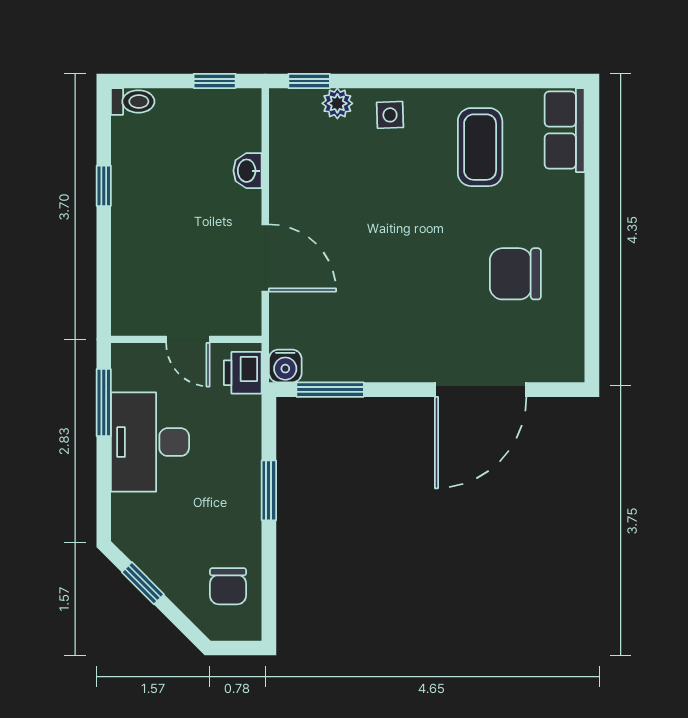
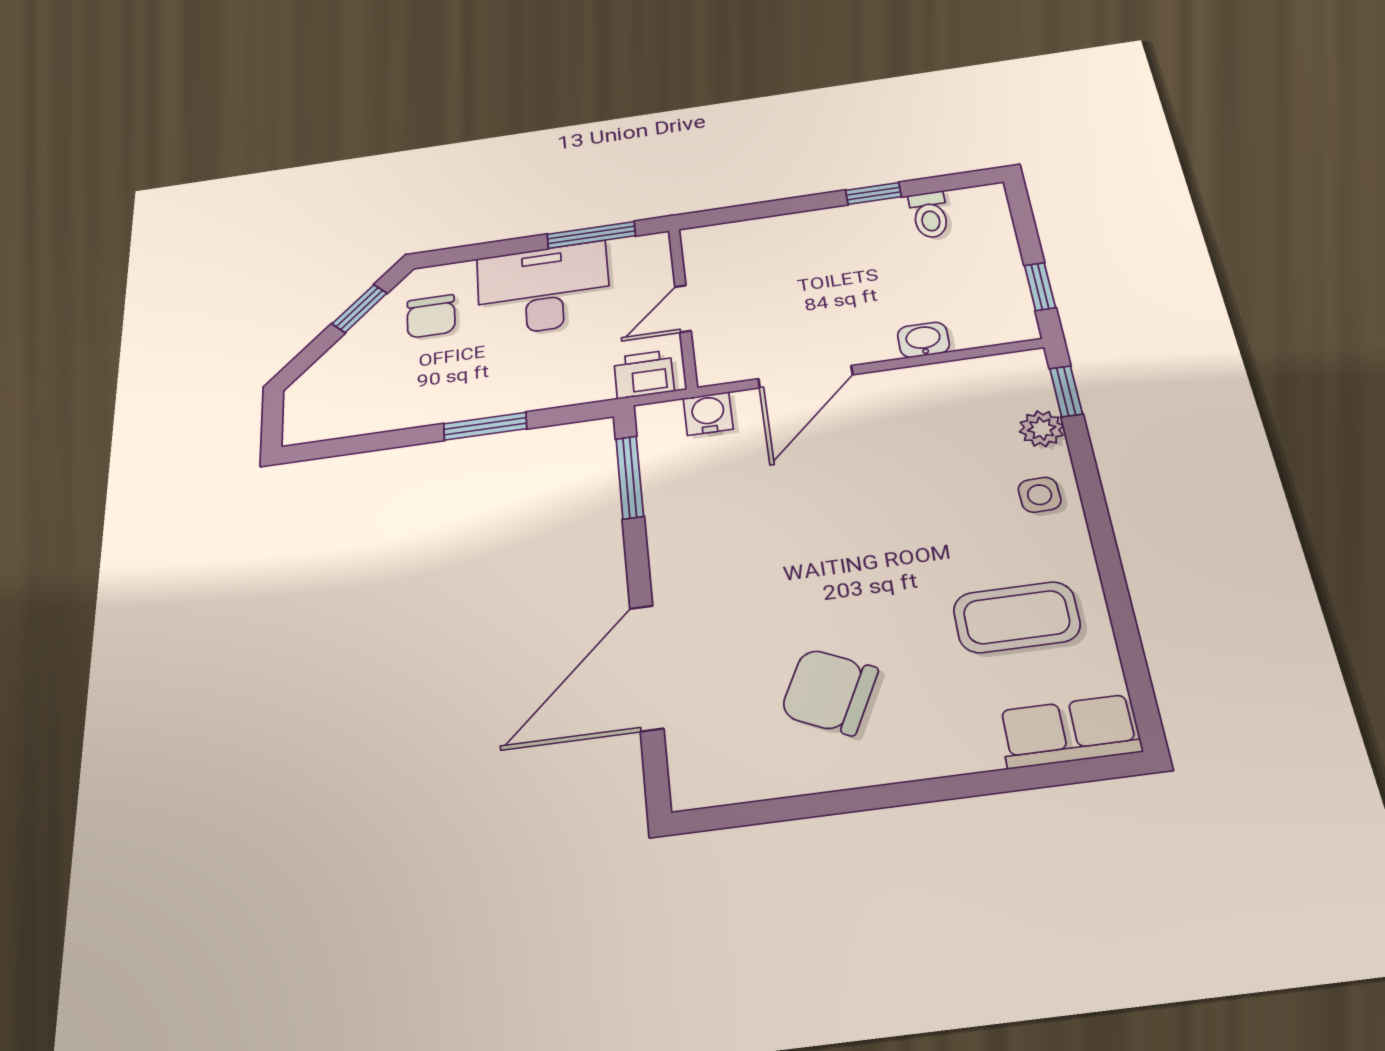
toilet: (133, 101) -> (930, 215), moved
chair: (515, 274) -> (829, 691), turned -64
water cooler: (285, 366) -> (708, 414), moved, turned 90
door: (481, 390) -> (647, 667), hinge flipped
chair: (228, 586) -> (431, 316), moved, turned -90

